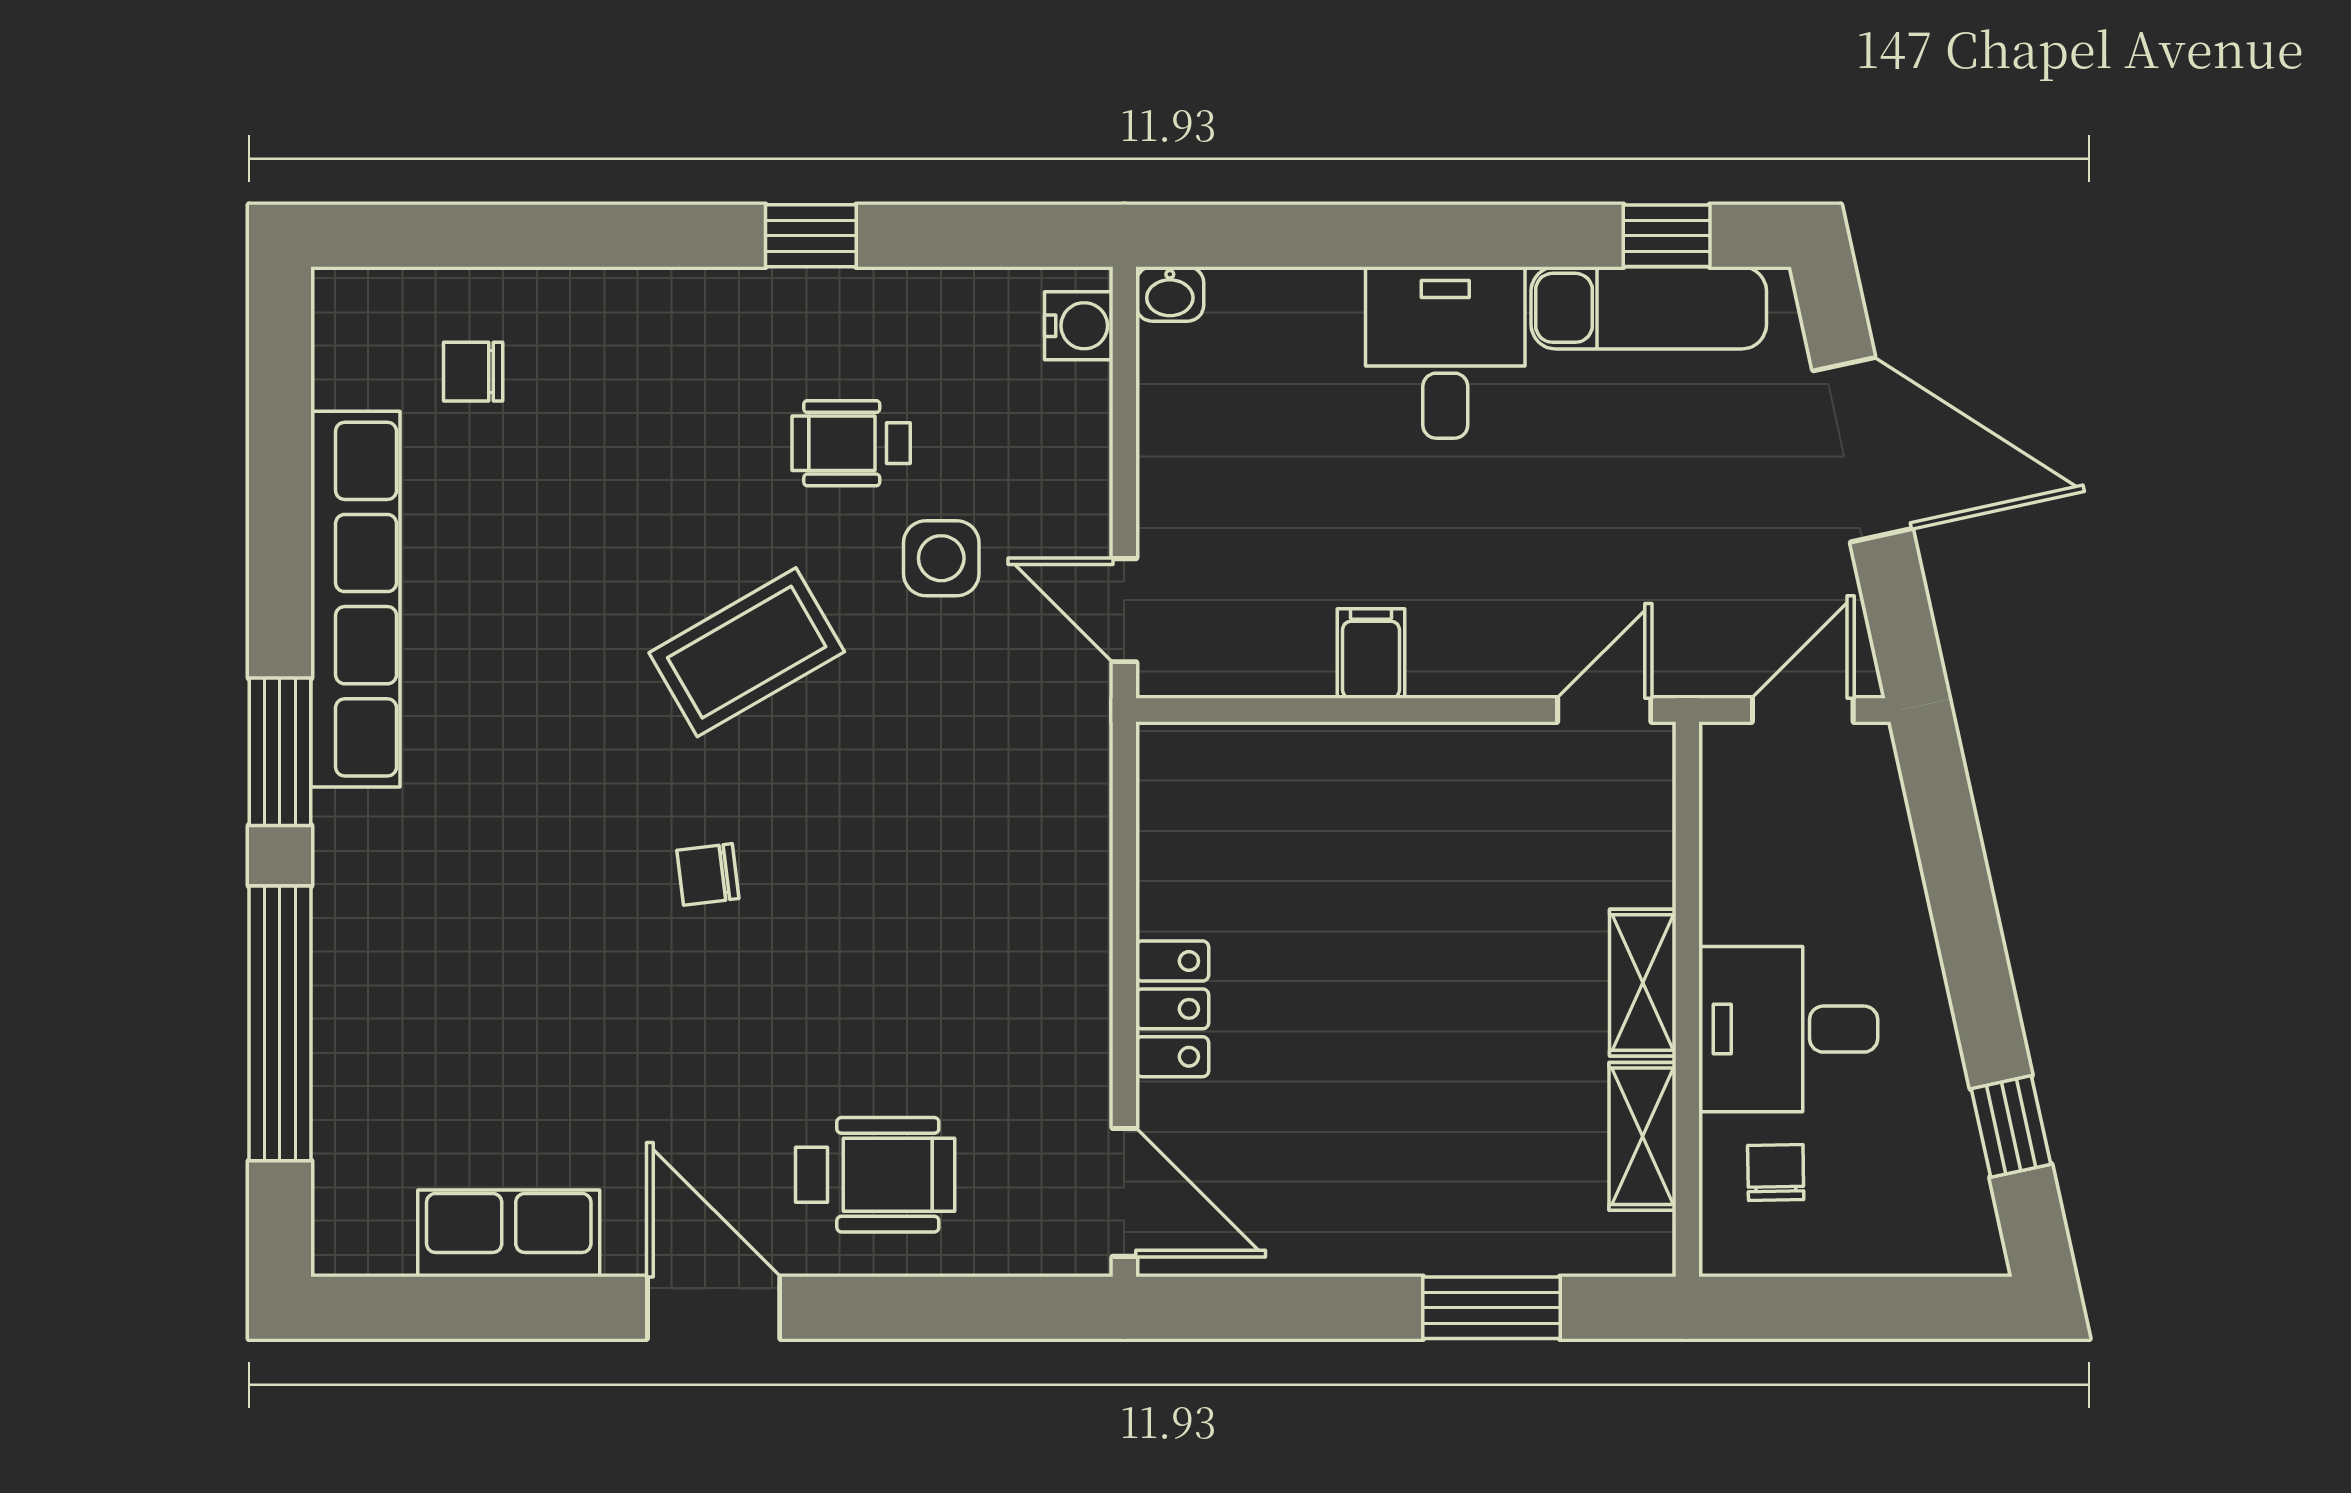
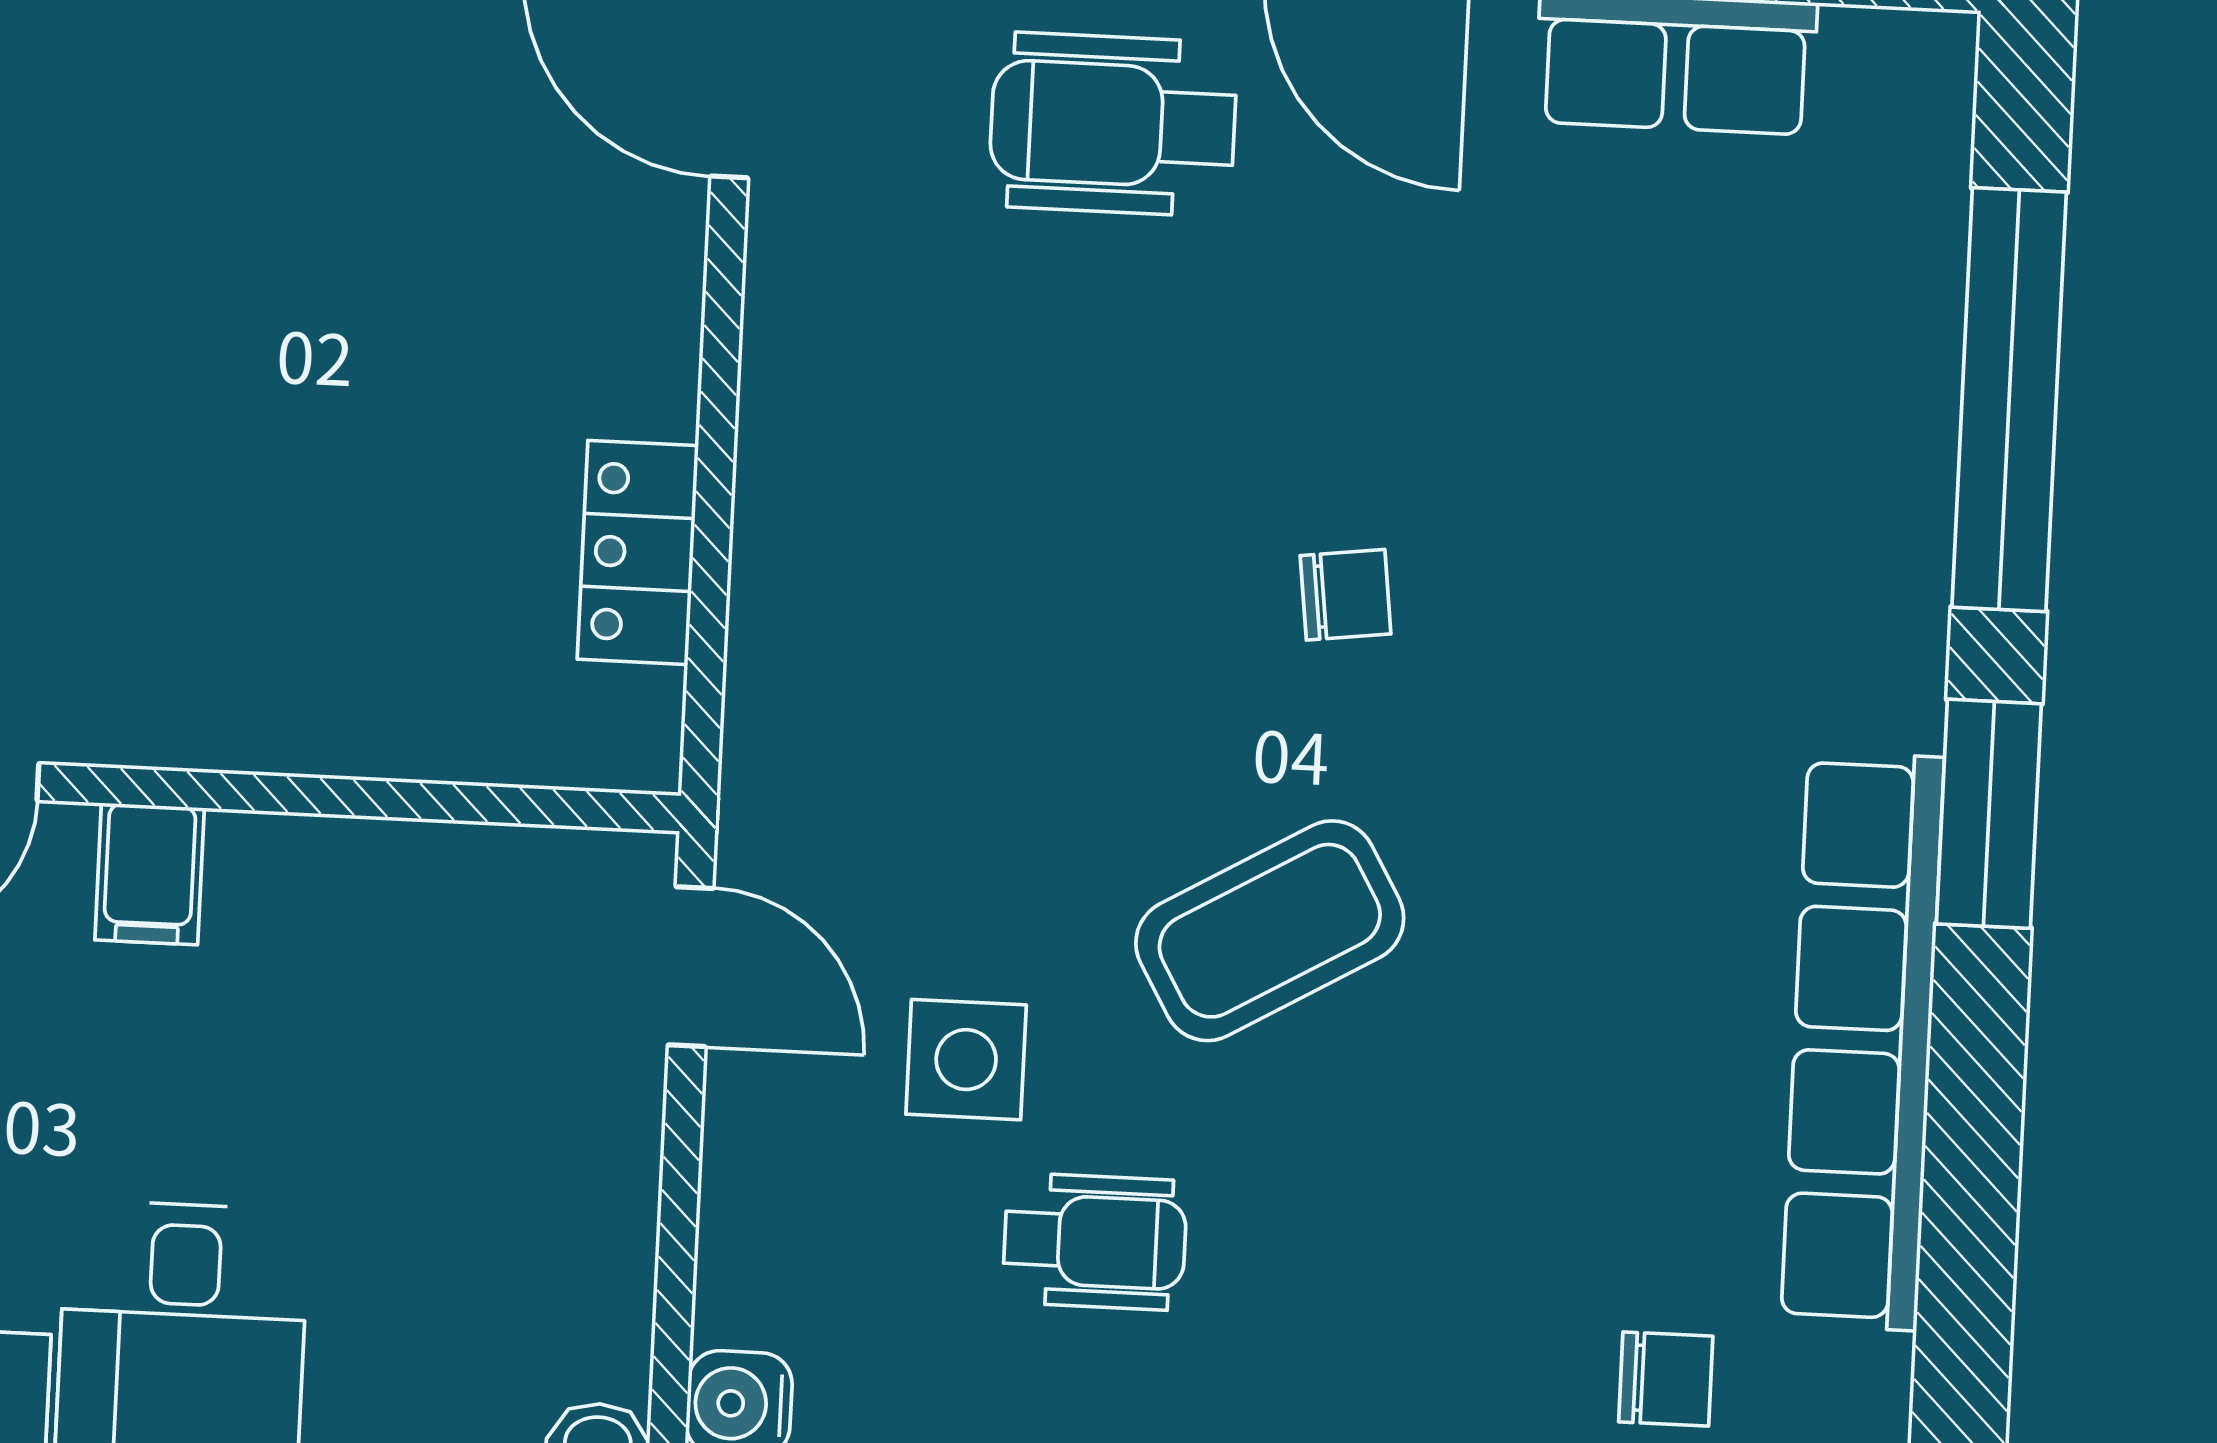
filing cabinet: (1371, 654) -> (150, 874), moved
locker: (1172, 1009) -> (638, 552), moved

